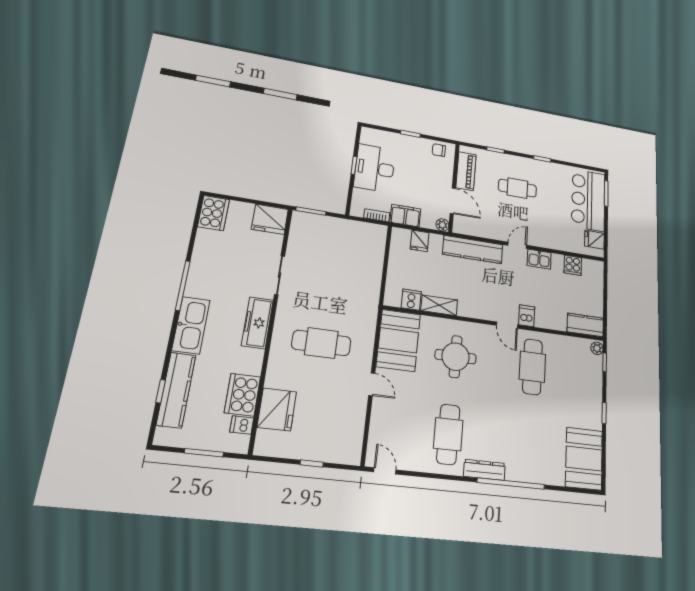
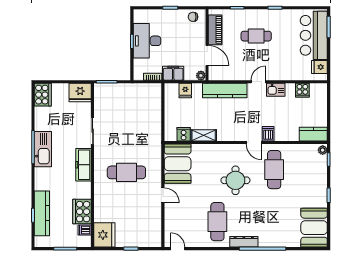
kitchen sink: (191, 325) -> (43, 149), moved
round table: (456, 357) -> (235, 180), moved
fridge: (277, 409) -> (104, 235), moved

